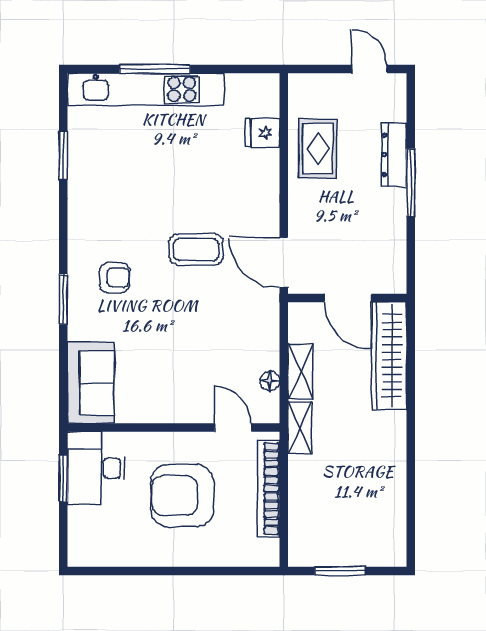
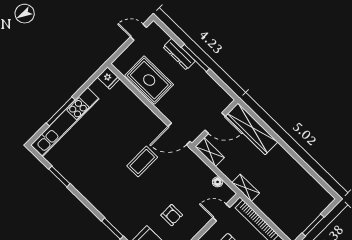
fridge: (263, 133) -> (109, 78), moved, turned -90
rug: (318, 149) -> (149, 80), width x1.36, depth x1.43
armchair: (115, 278) -> (172, 215), moved, turned 90
shelving: (300, 372) -> (210, 152), moved

